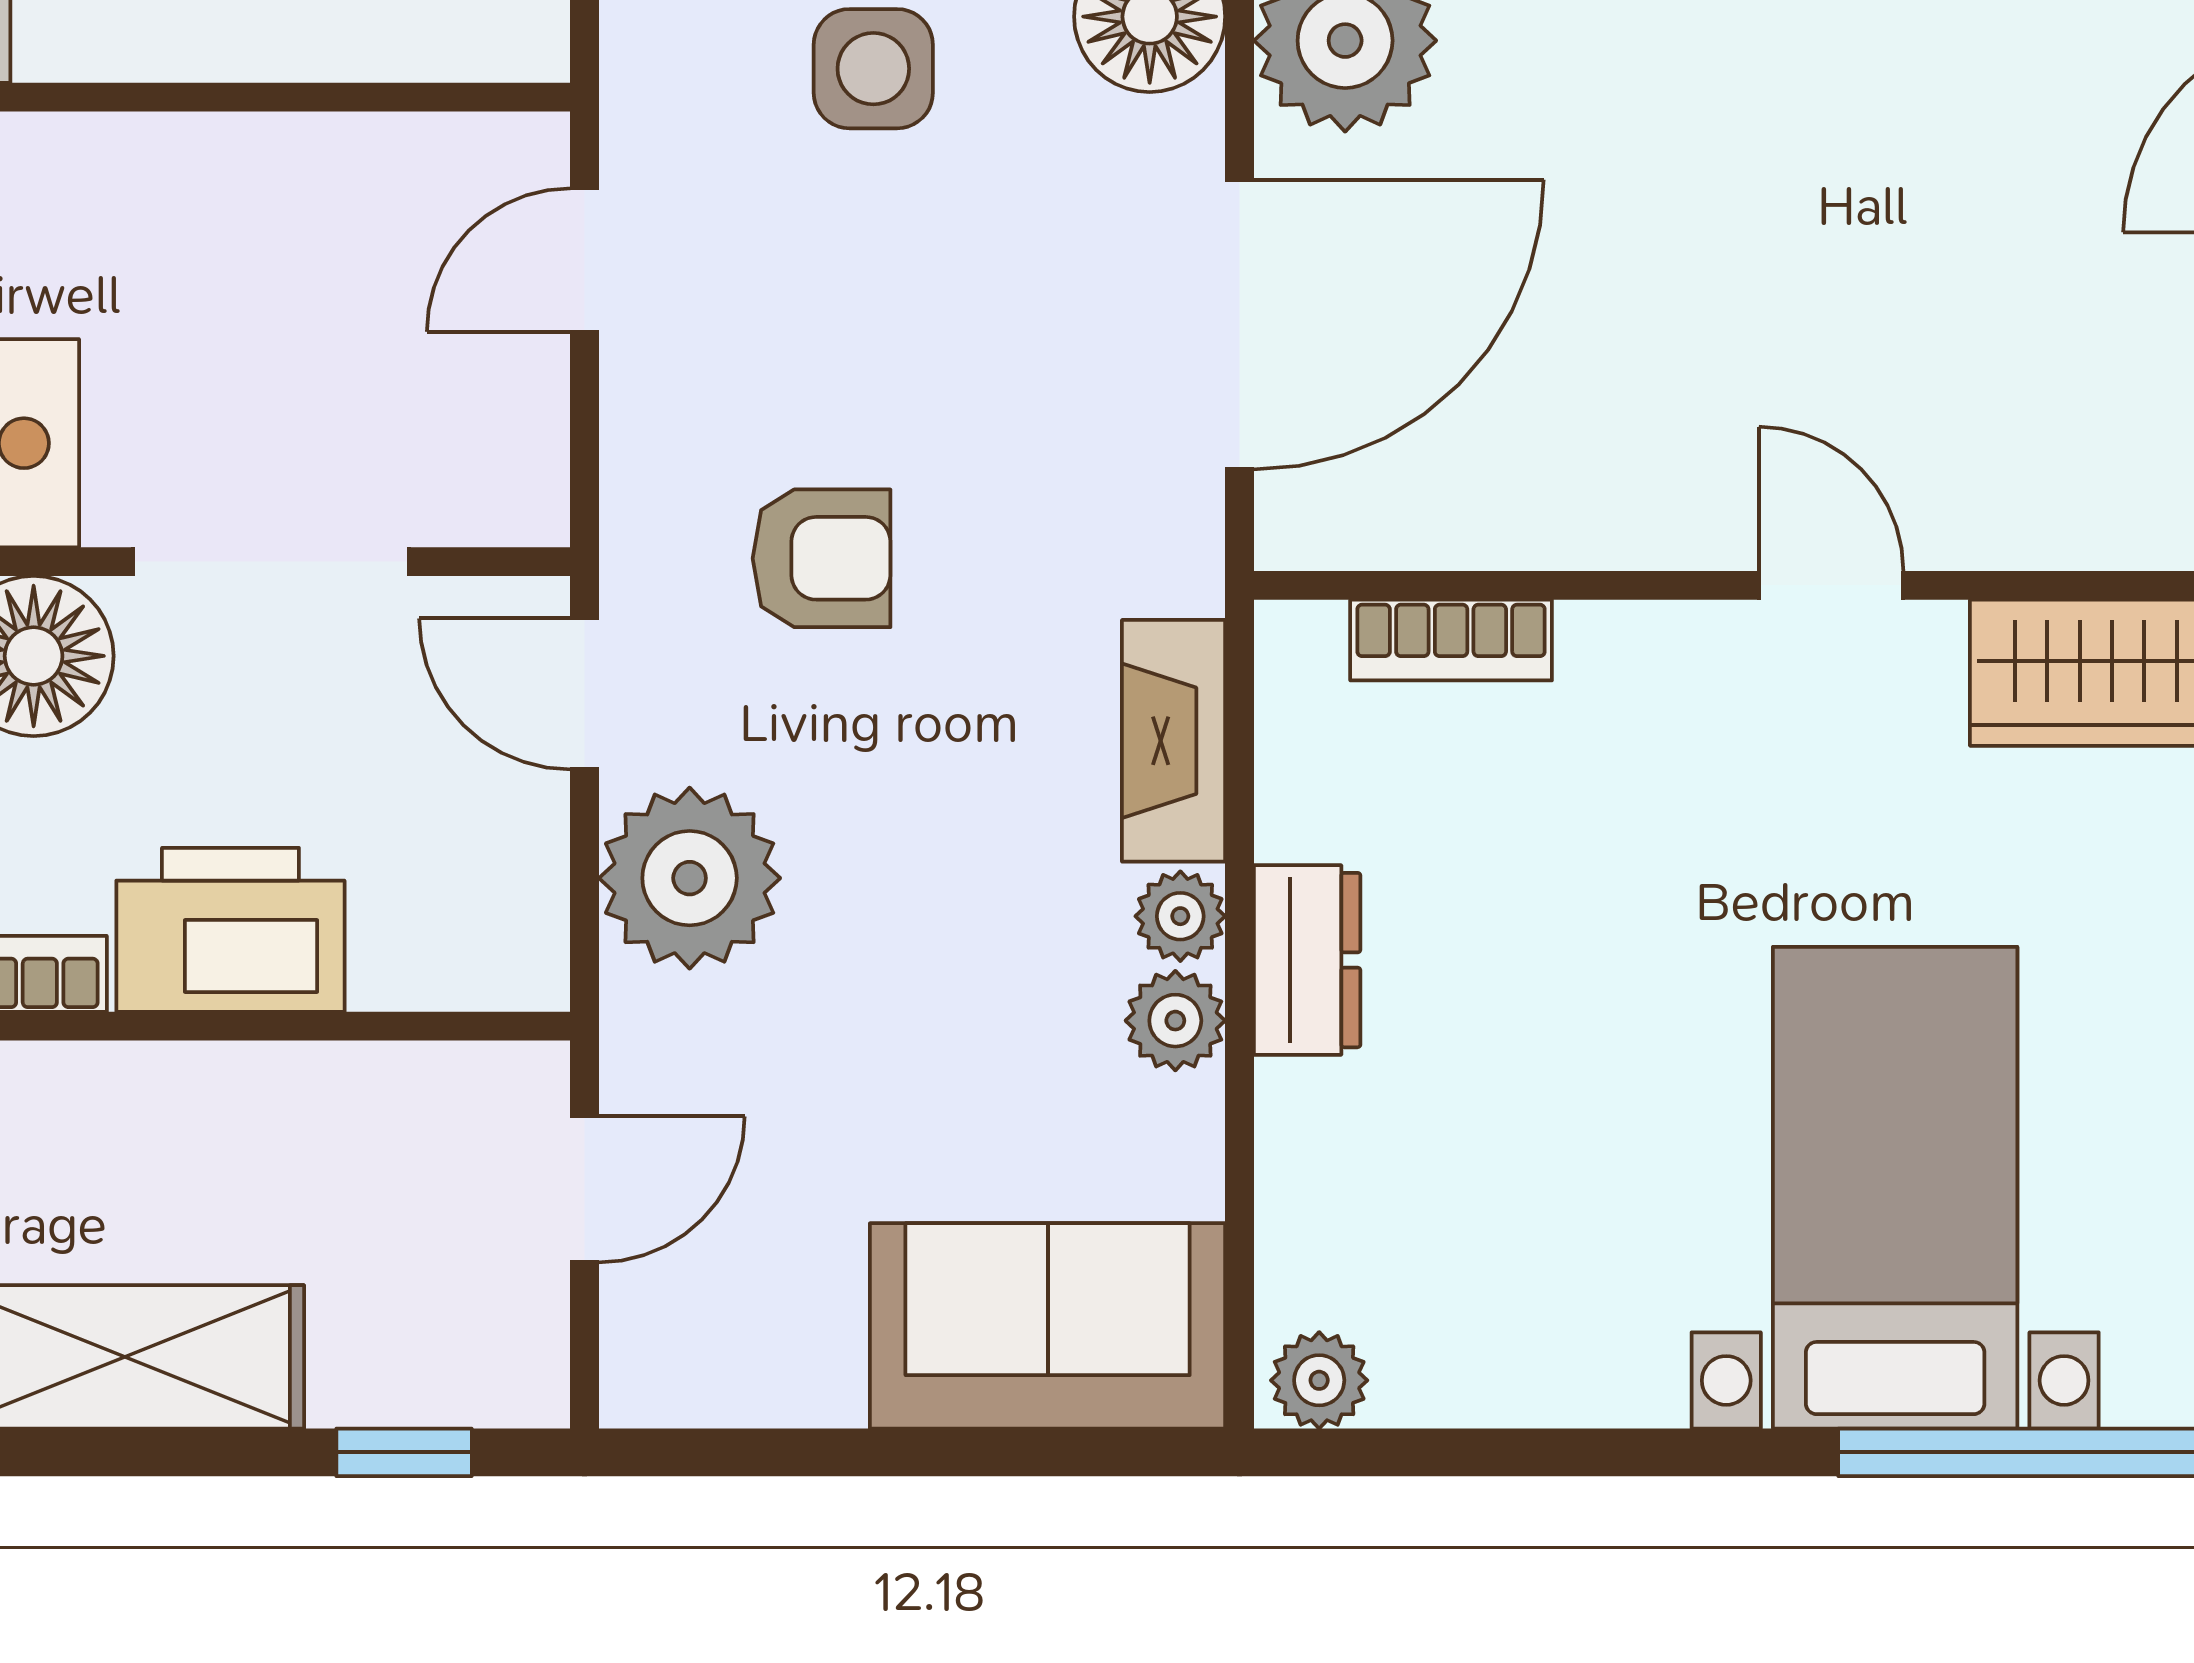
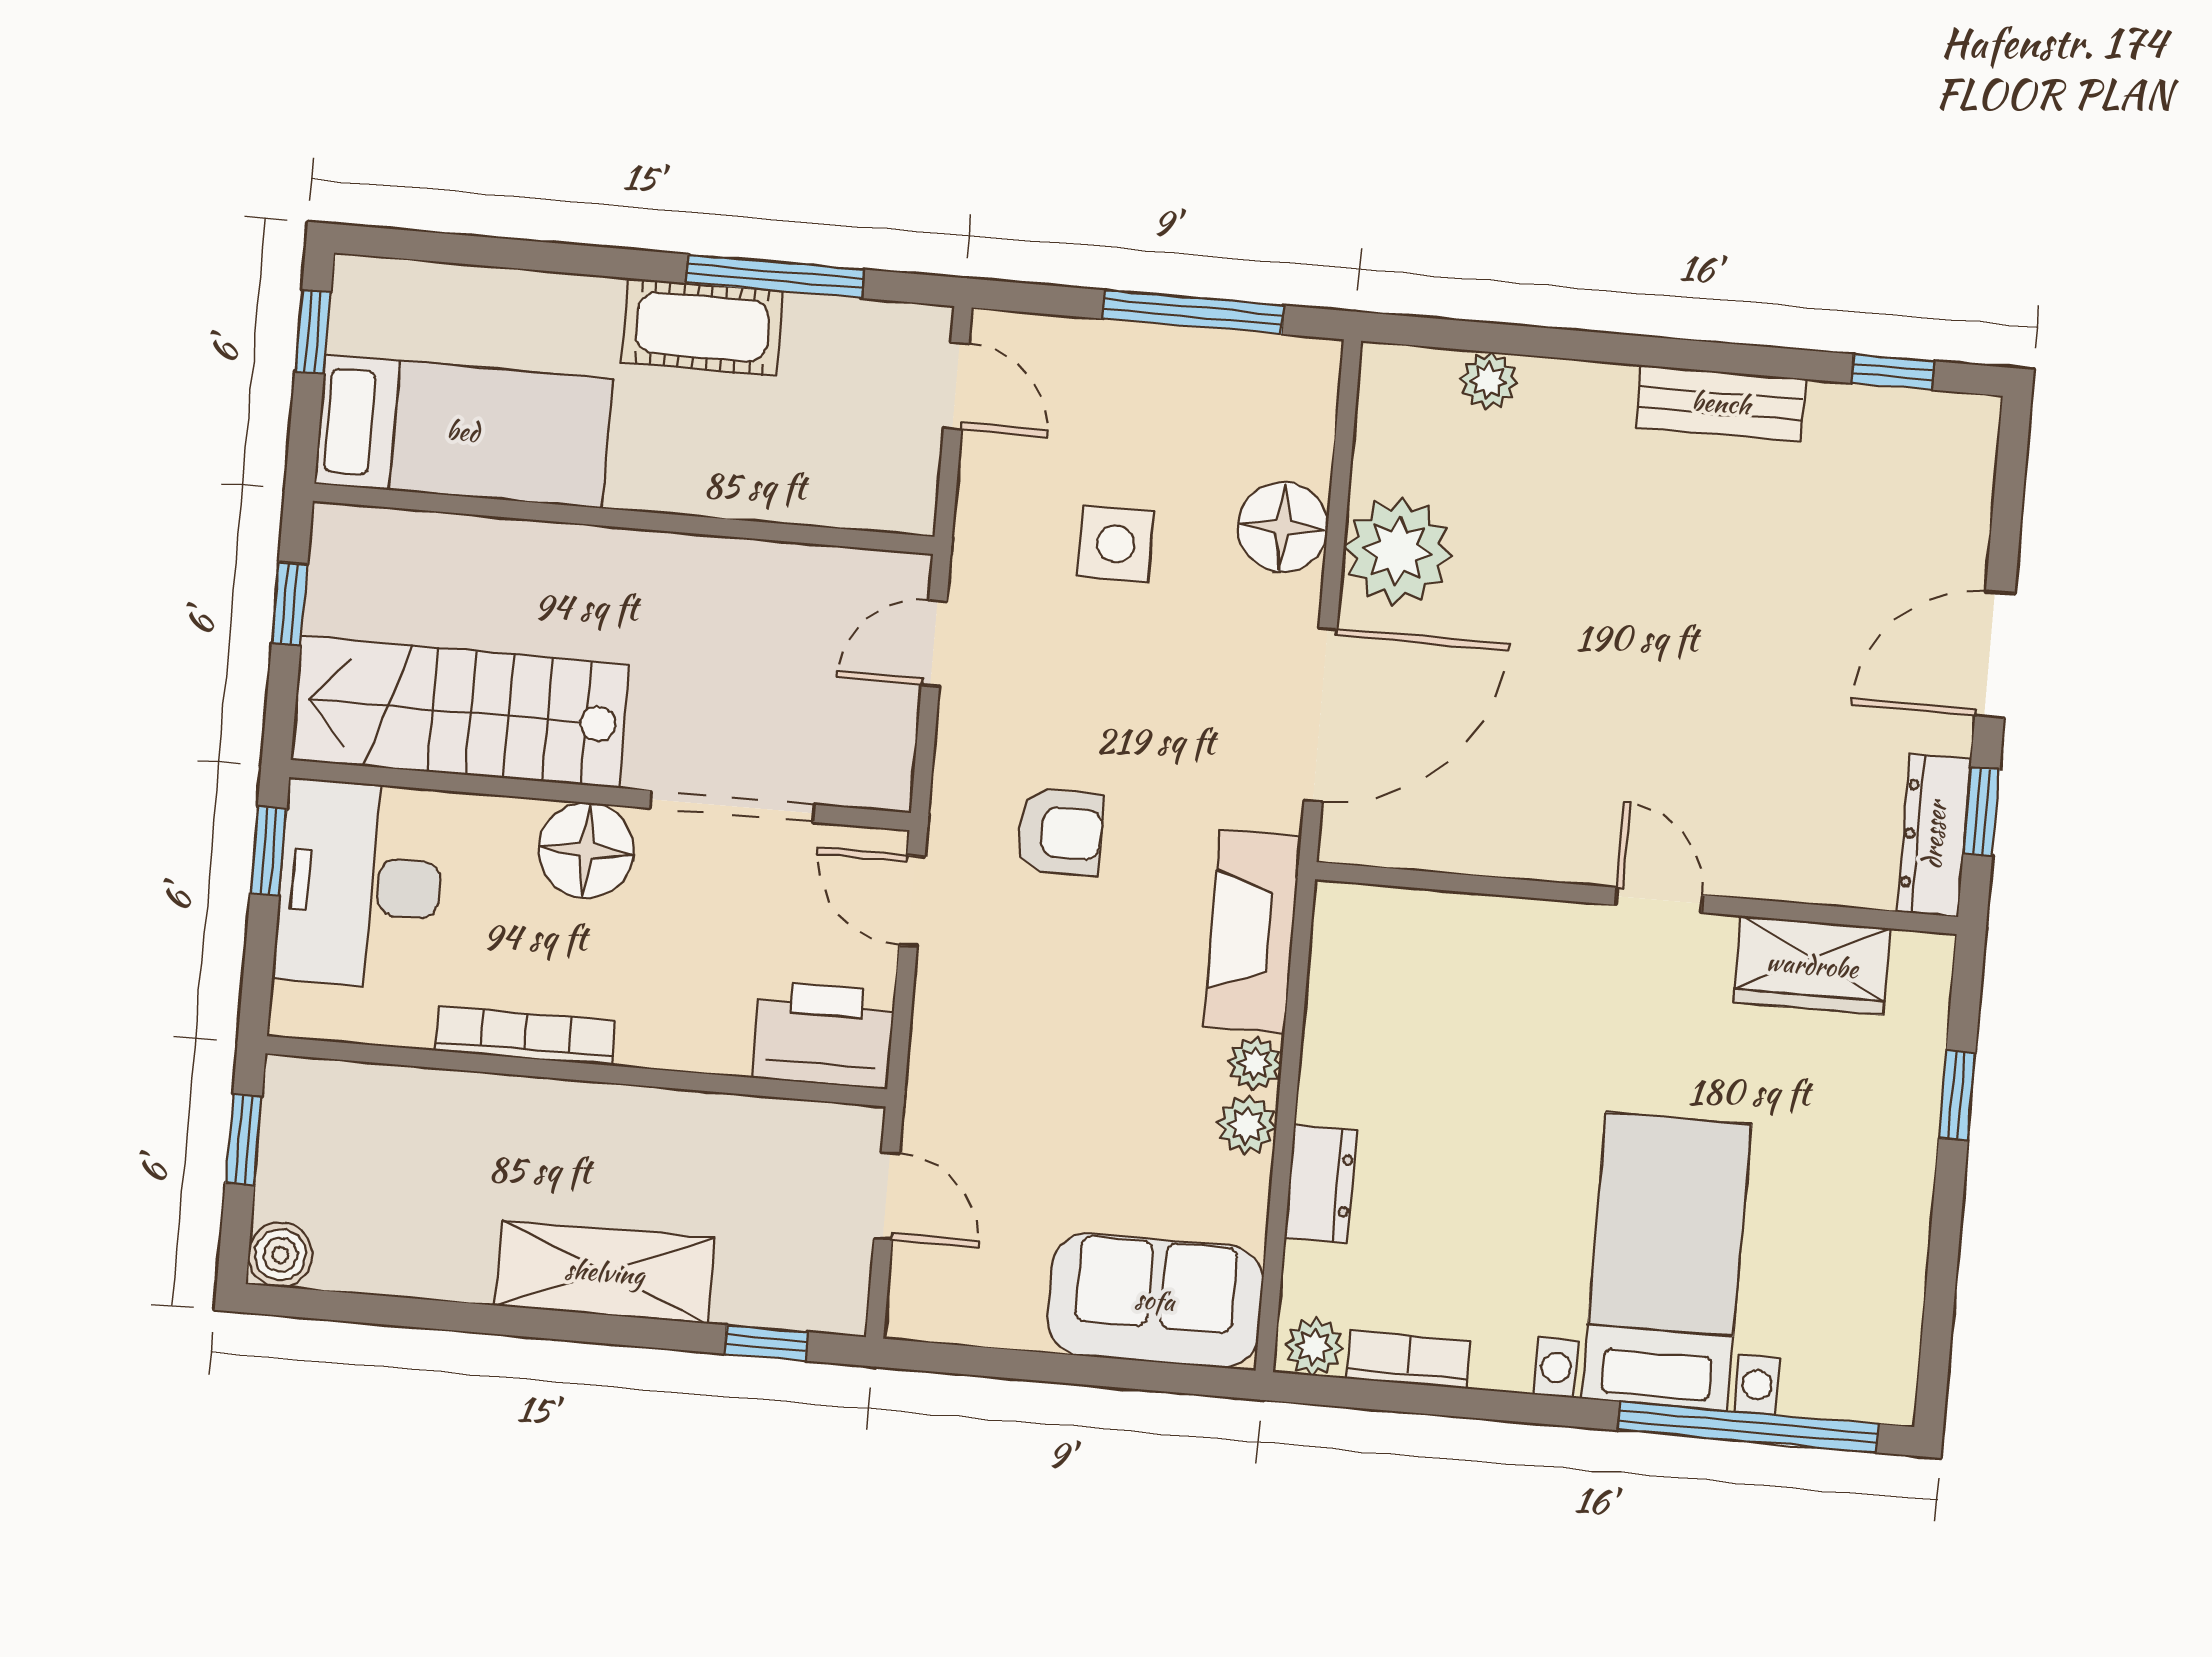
bookcase: (1451, 640) -> (1408, 1360), moved, turned 180
fireplace: (1174, 741) -> (1253, 932), width x1.37, depth x1.32
plant: (690, 878) -> (965, 1016), removed
printer: (230, 930) -> (824, 1035), moved
dresser: (1307, 960) -> (1321, 1184), moved
door: (585, 1189) -> (887, 1196), hinge flipped

